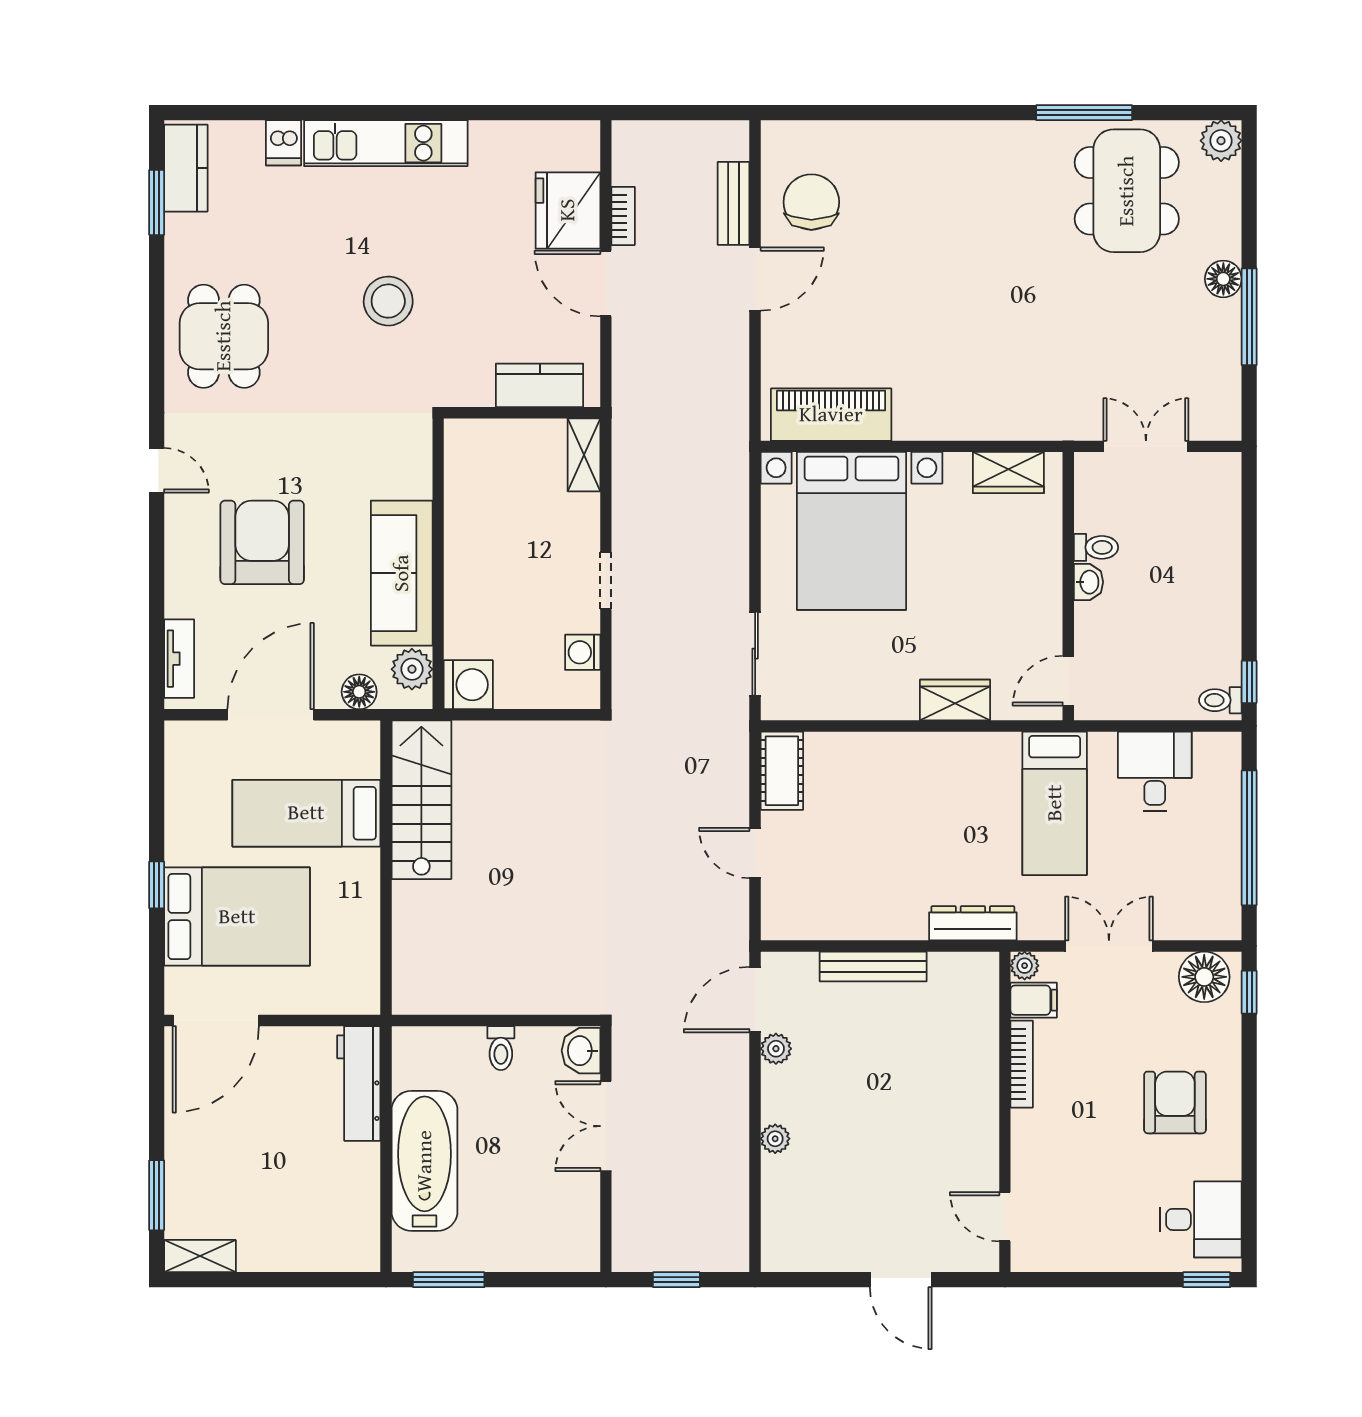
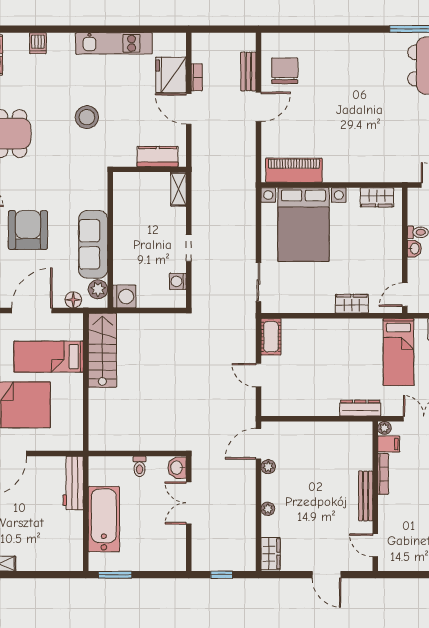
kitchen unit: (386, 143) -> (114, 43), moved
bench: (873, 967) -> (366, 496), moved, turned 90
wardrobe: (781, 1235) -> (270, 554), added

